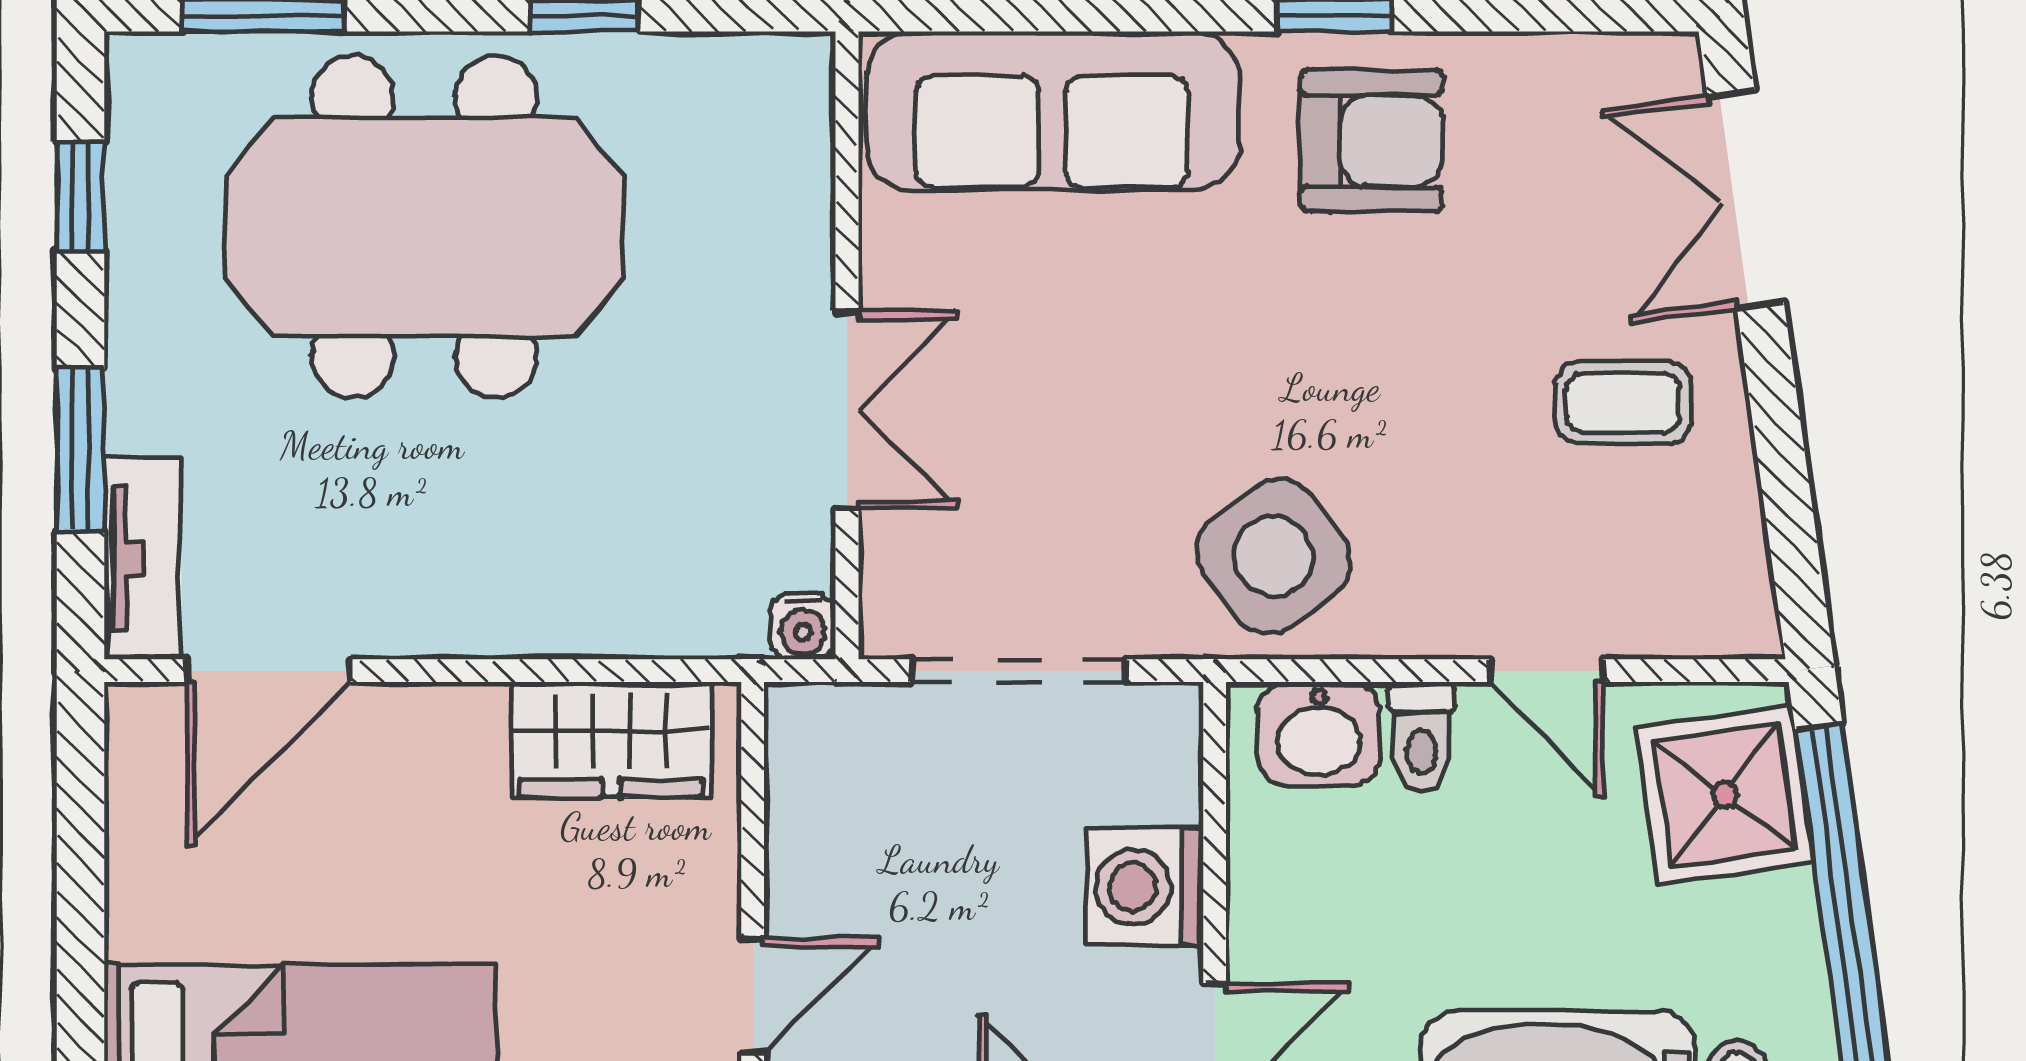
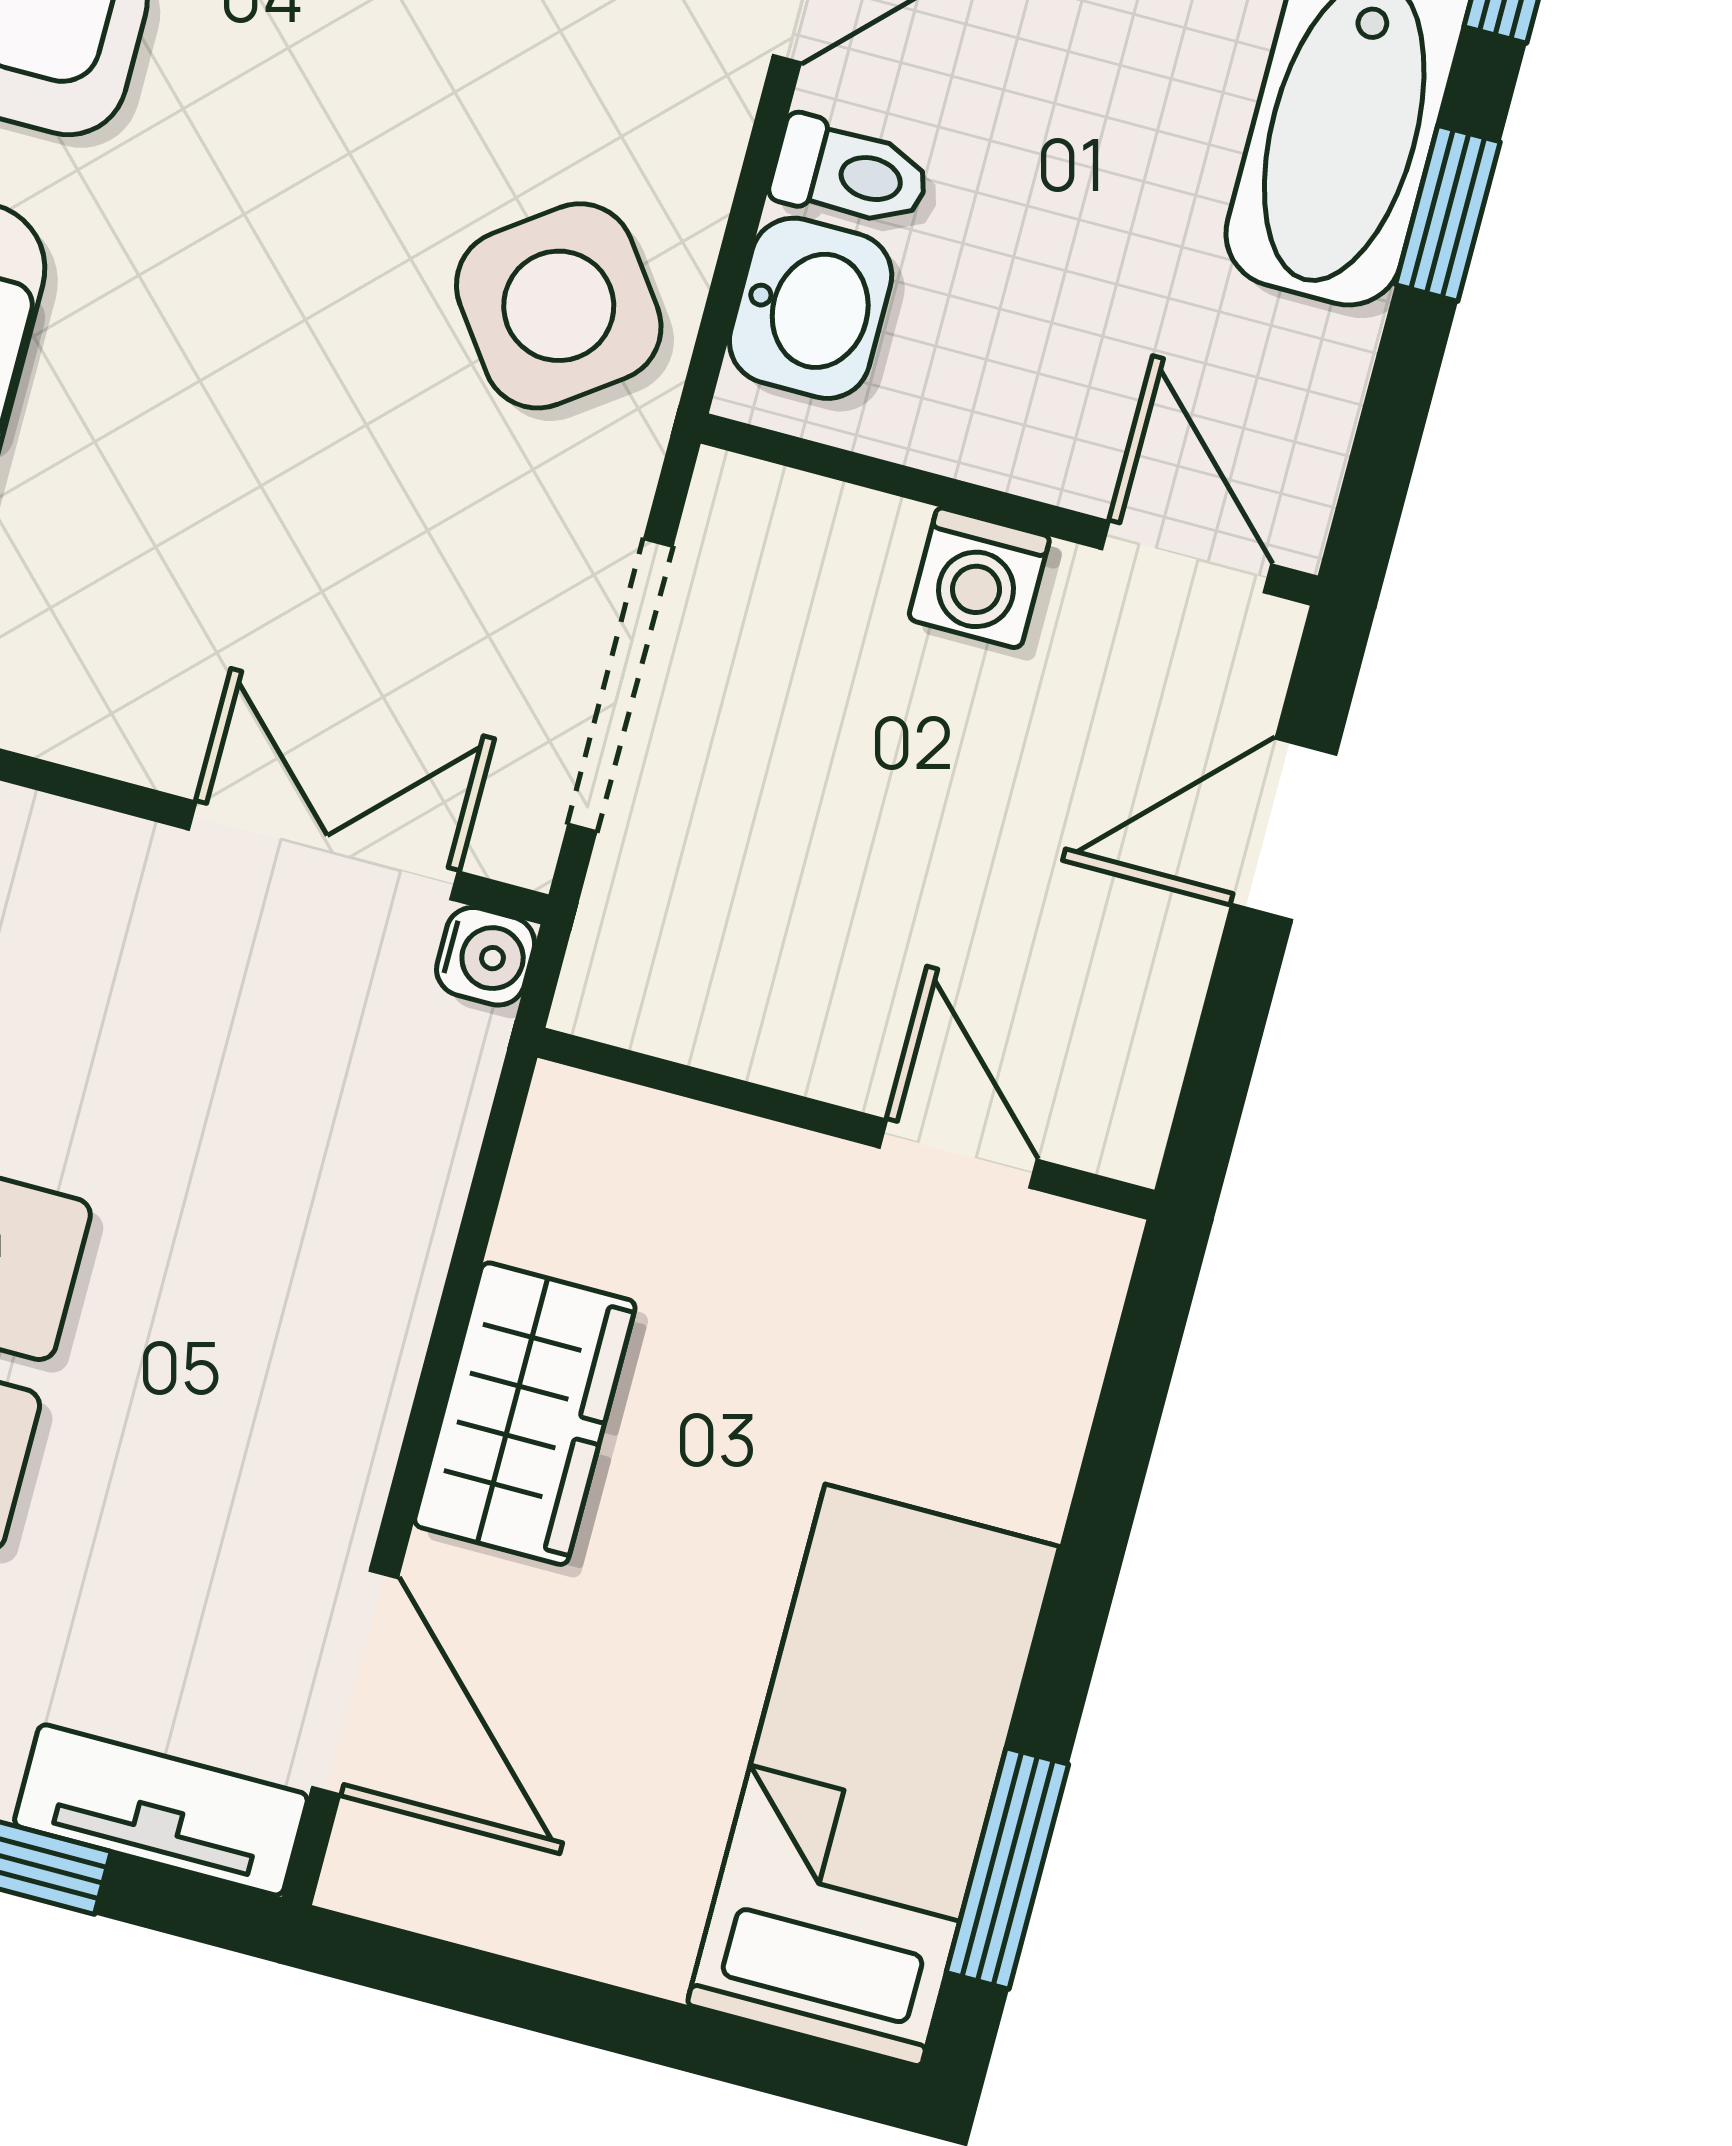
double door: (847, 410) -> (323, 851), moved
wardrobe: (611, 740) -> (525, 1414), moved
washing machine: (1145, 887) -> (979, 578), width x0.73, depth x0.73

